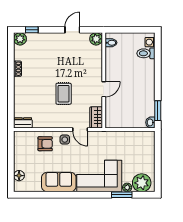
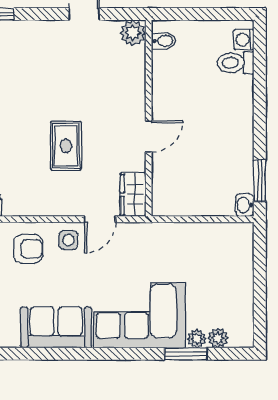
door: (80, 129) -> (100, 219), hinge flipped
plant: (142, 183) -> (218, 338), width x0.53, depth x0.53

